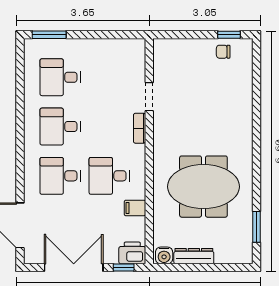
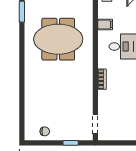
window: (229, 35) -> (71, 143), moved
doorway: (149, 97) -> (95, 124), moved

